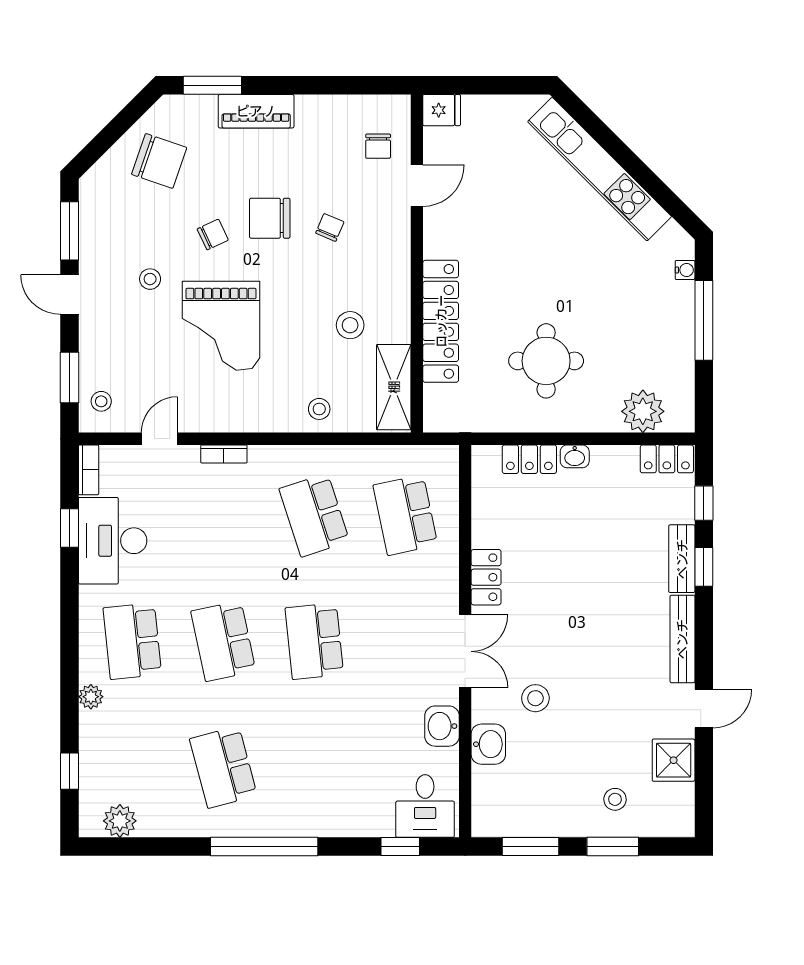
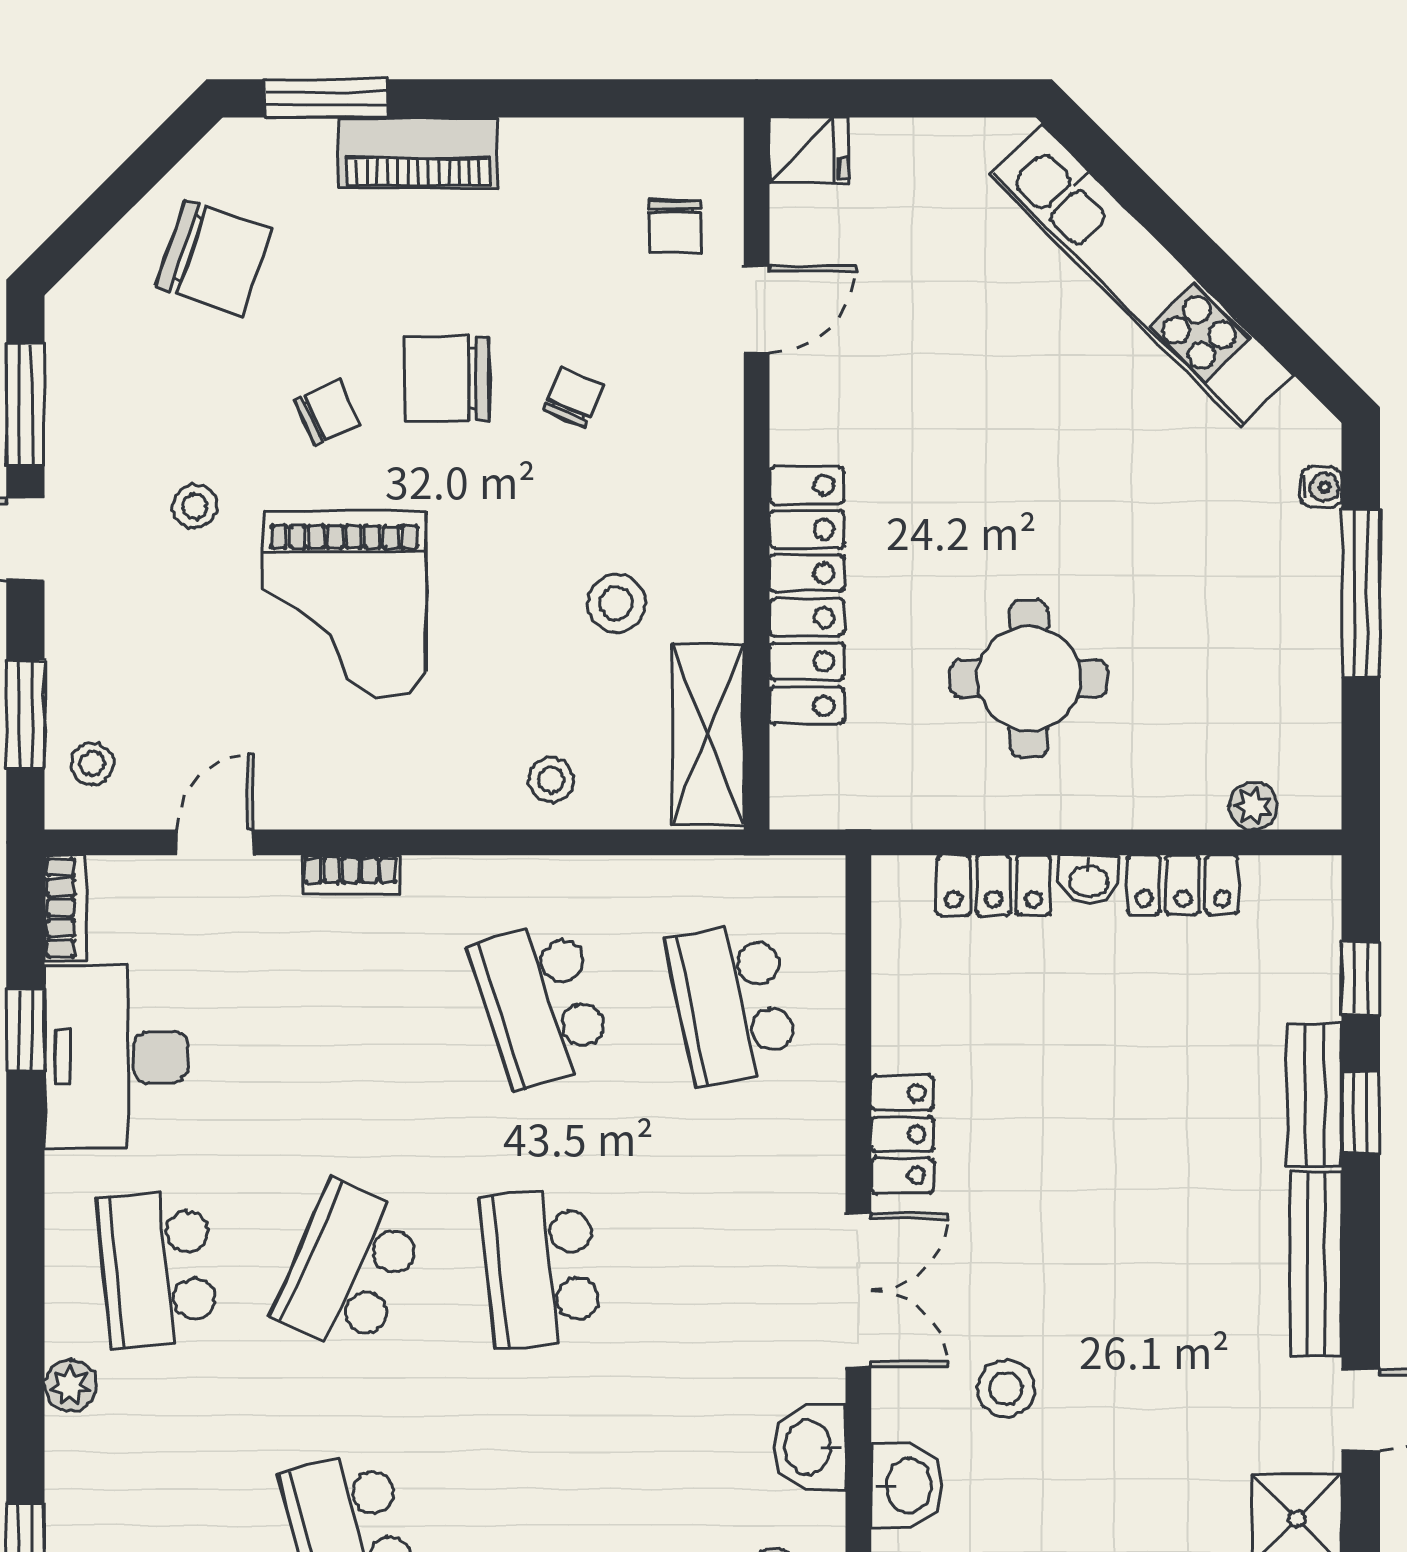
plant: (643, 411) -> (1253, 806), width x0.53, depth x0.53
locker: (667, 459) -> (1183, 885), moved
school desk: (223, 641) -> (349, 1268), turned 36

